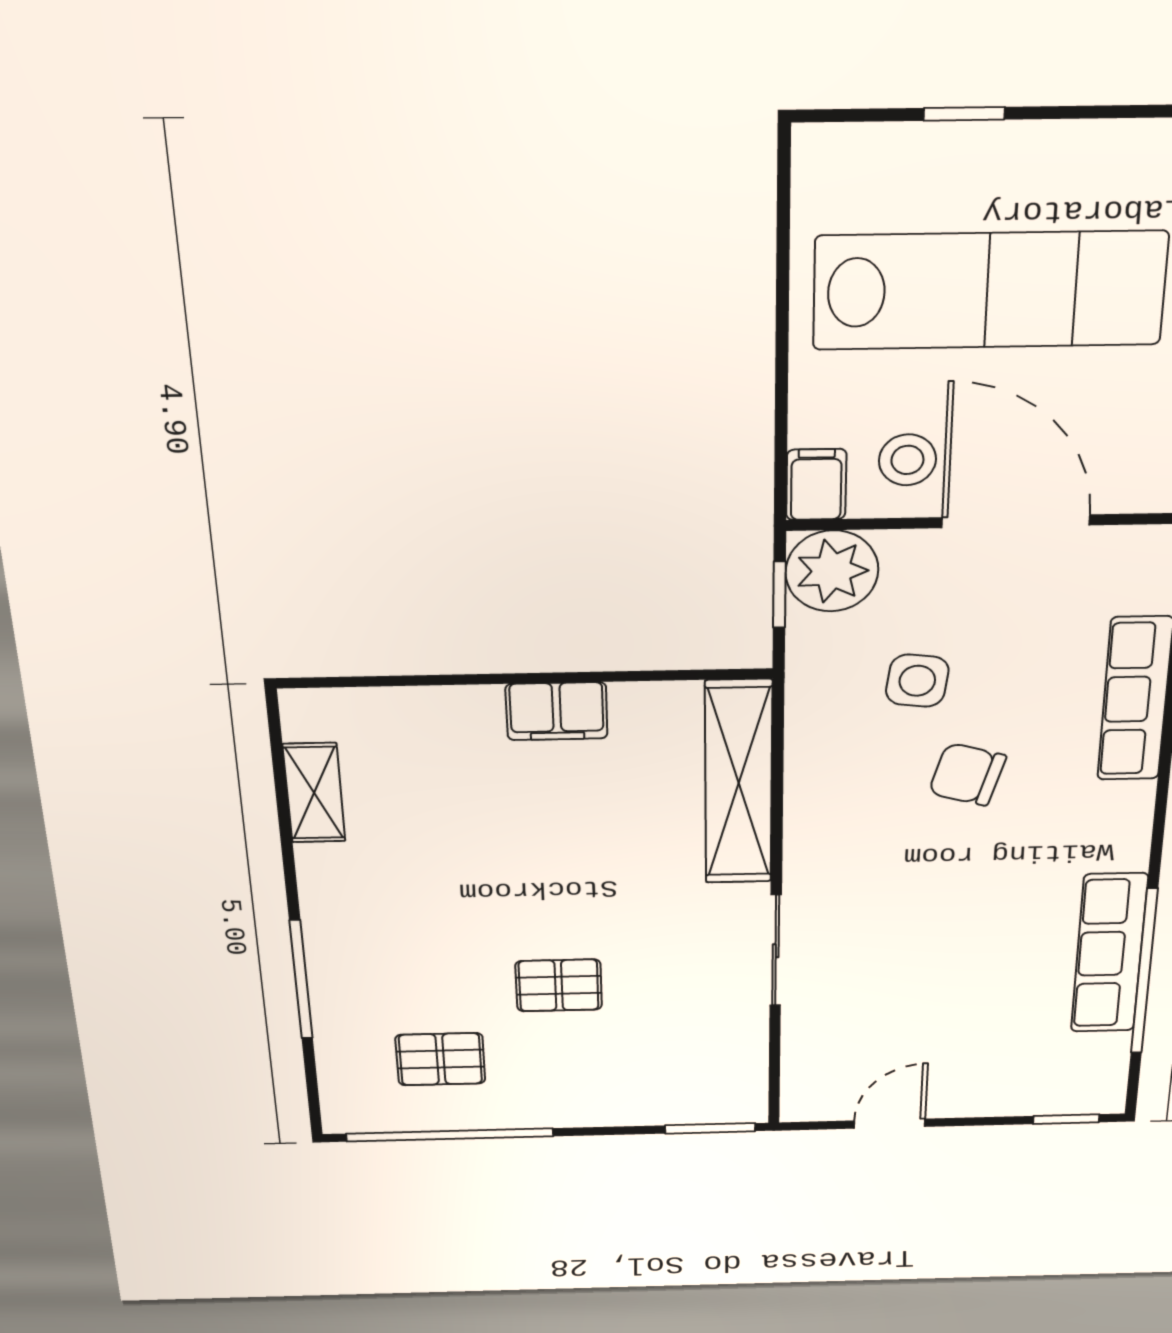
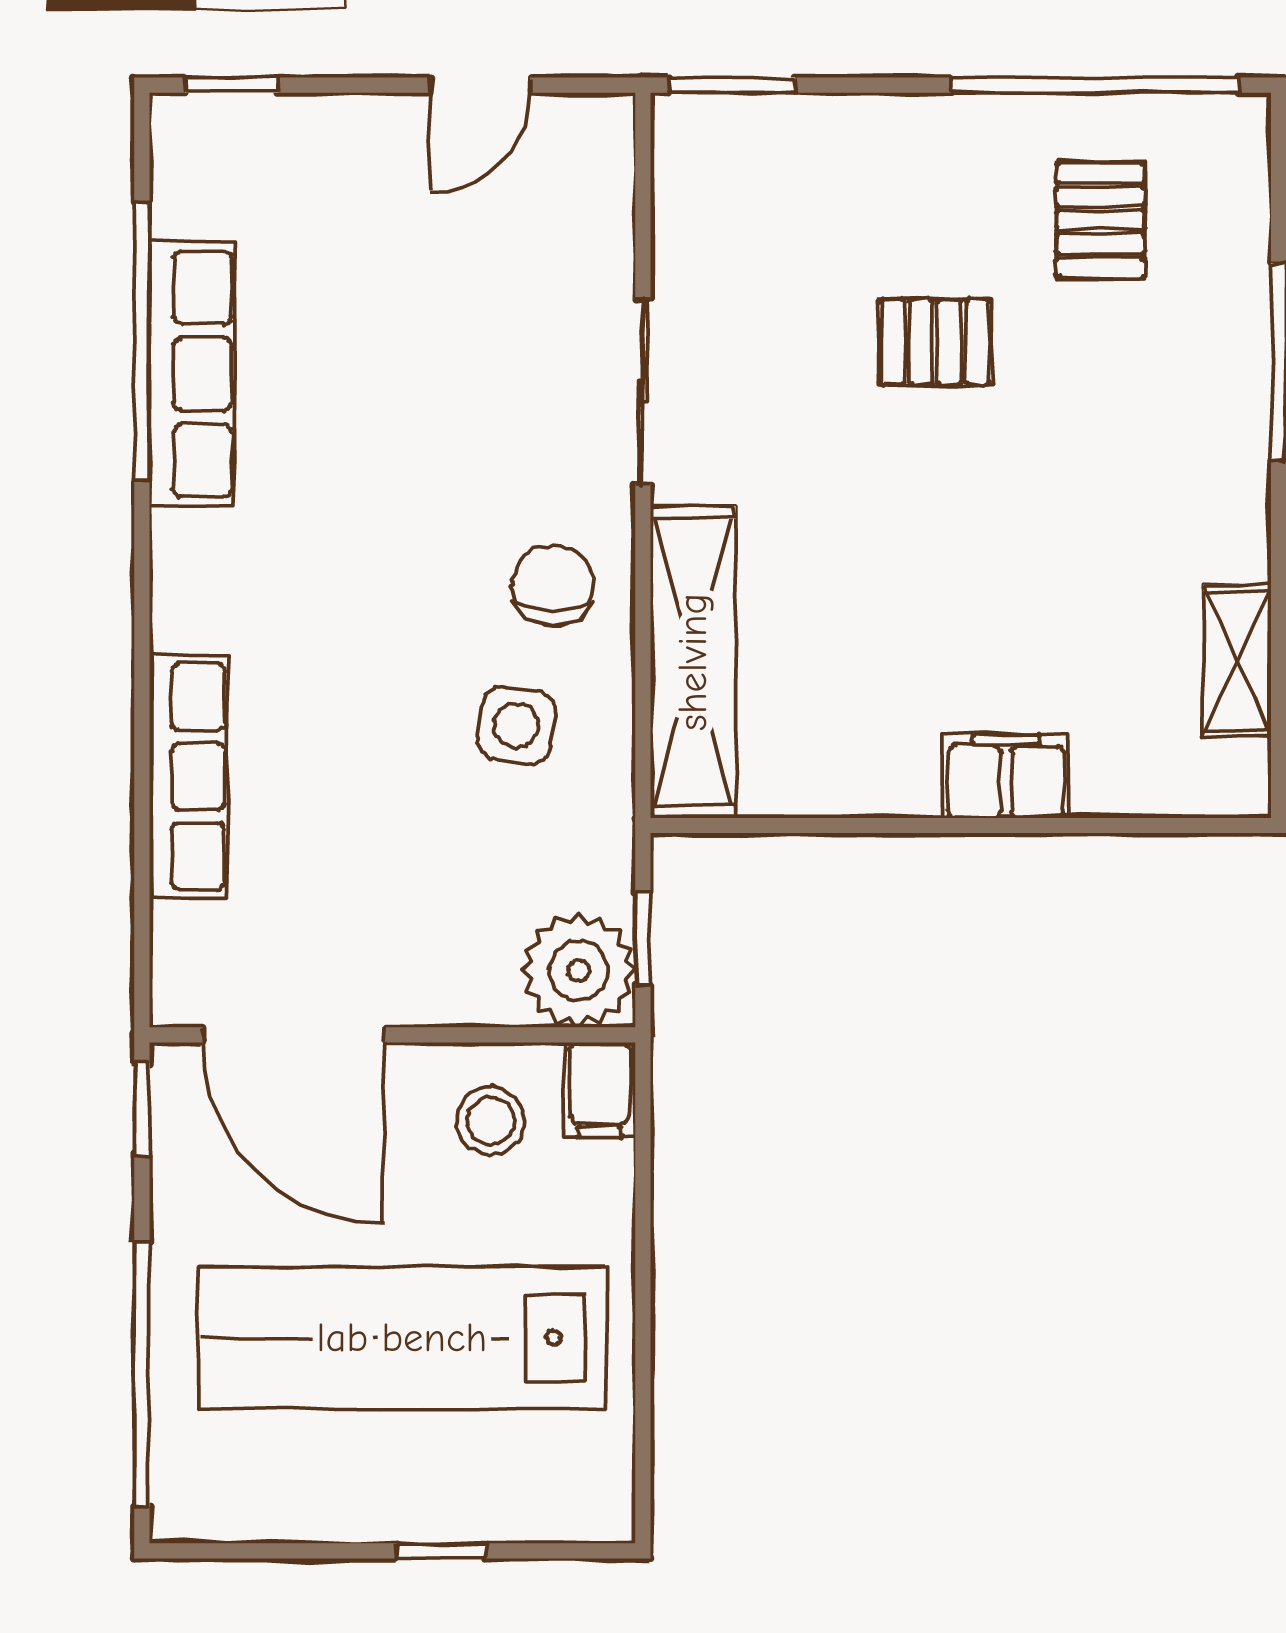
door: (1016, 521) -> (293, 1035), moved
side table: (917, 681) -> (516, 725), moved
filing cabinet: (557, 711) -> (1006, 776), moved
chair: (967, 774) -> (553, 585), moved, turned -106
pallet: (440, 1059) -> (1100, 220), turned 90

